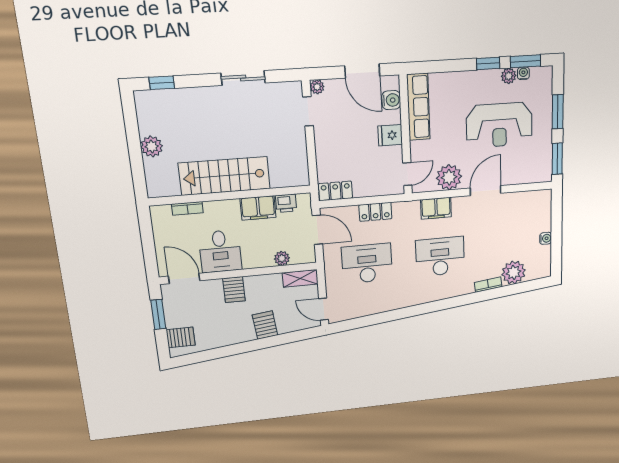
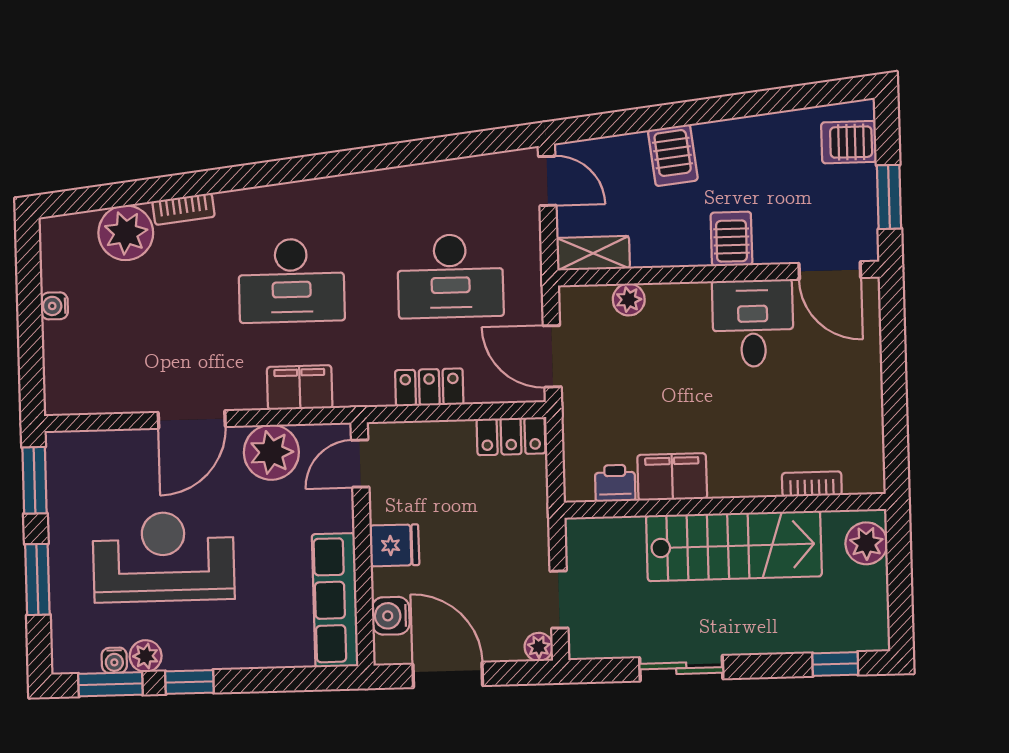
stairs: (224, 176) -> (734, 546), moved
wall: (230, 195) -> (725, 506), moved
printer: (286, 203) -> (615, 483), moved
bookcase: (187, 208) -> (812, 484), moved
filing cabinet: (258, 208) -> (672, 477), moved

